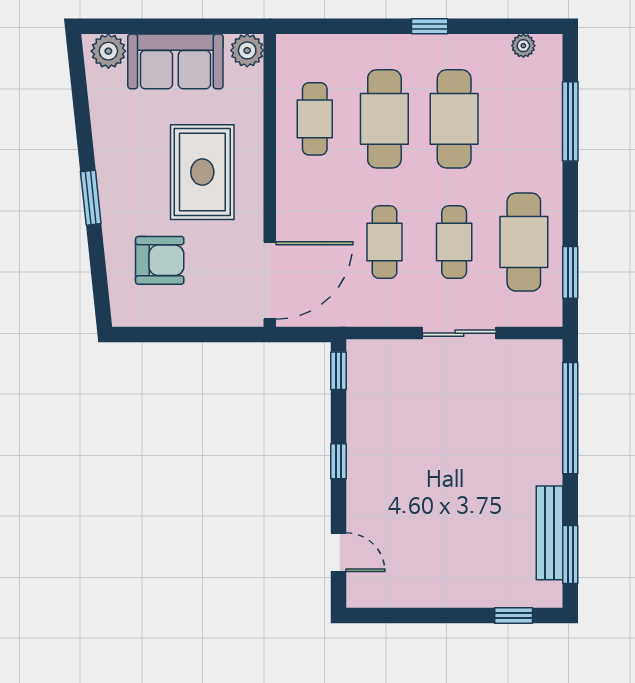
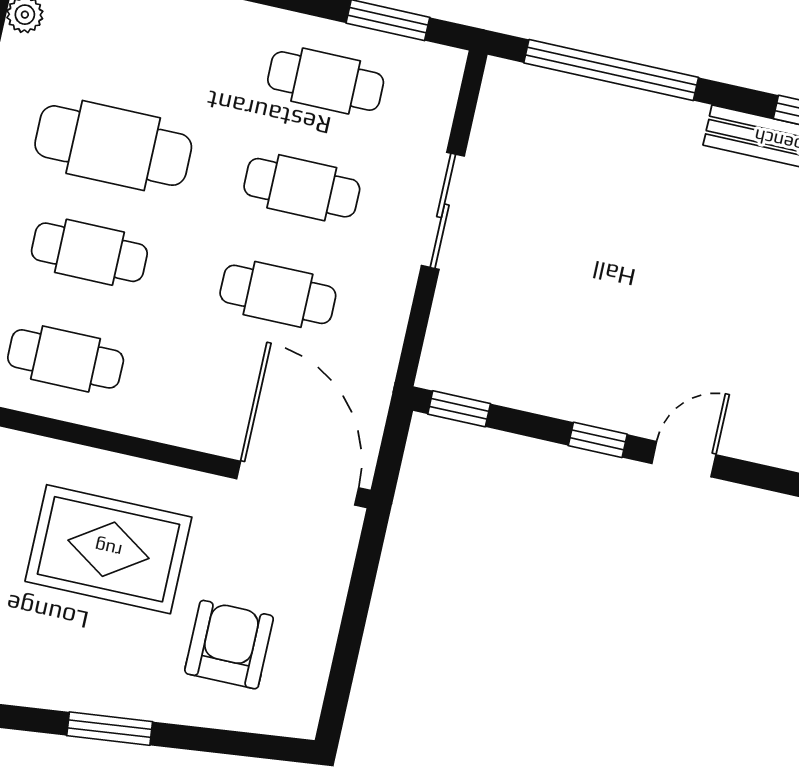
cafe table: (384, 119) -> (89, 252), width x0.73, depth x0.74
cafe table: (524, 242) -> (326, 81), width x0.73, depth x0.74
door: (338, 552) -> (684, 459), moved

